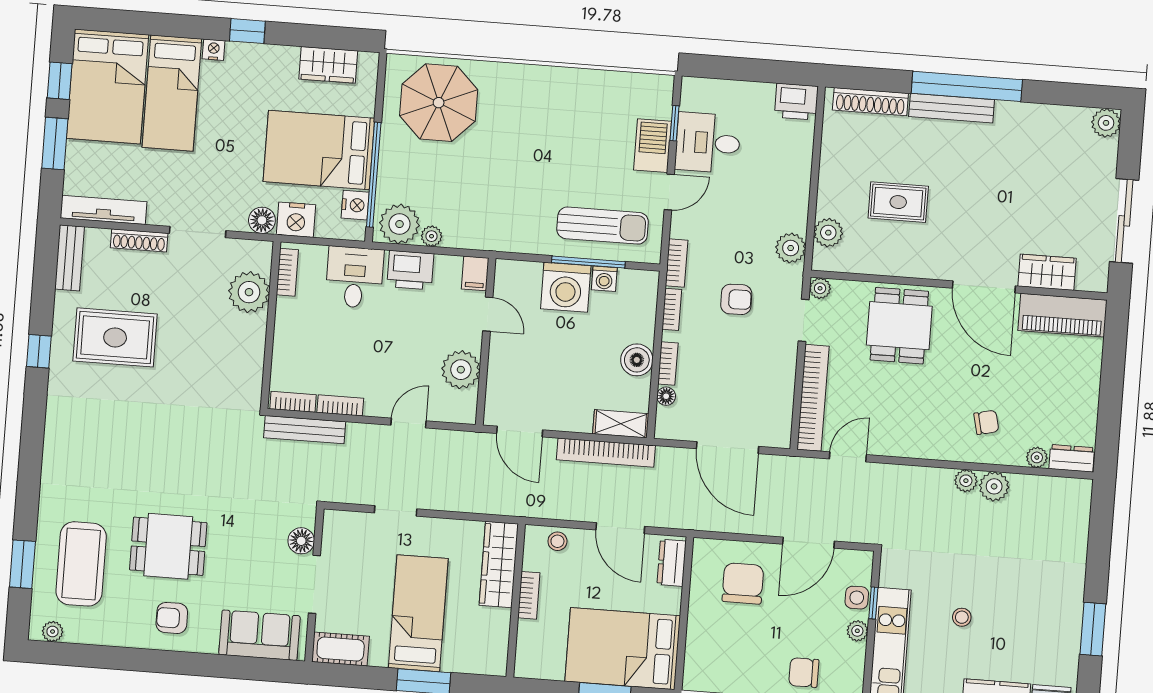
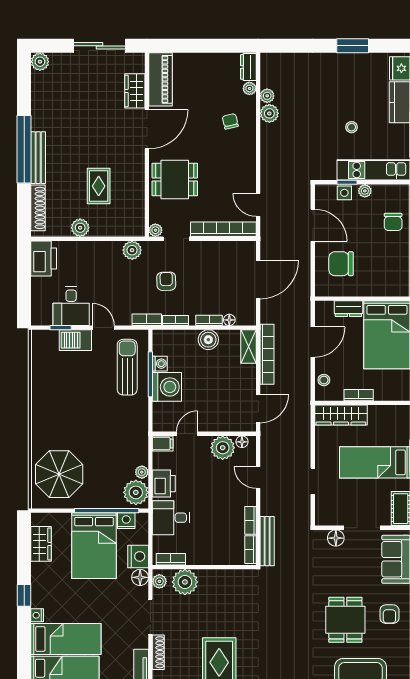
printer: (796, 102) -> (44, 258), width x1.37, depth x1.19
plant: (828, 233) -> (80, 228), moved
plant: (253, 251) -> (159, 581), added
floor lamp: (468, 401) -> (242, 442), added
plant: (966, 481) -> (267, 96), moved
dresser: (672, 563) -> (348, 309), moved

